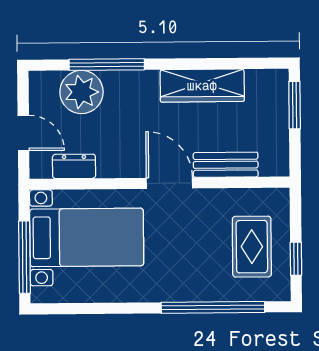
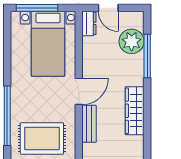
door: (23, 133) -> (108, 8), hinge flipped
dresser: (74, 166) -> (89, 23), moved
rug: (252, 247) -> (42, 138), width x1.36, depth x1.43

